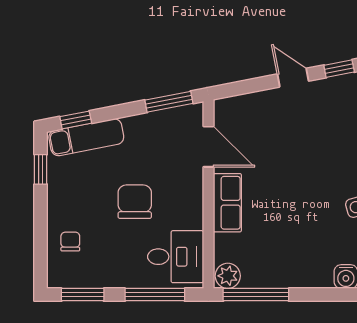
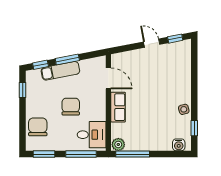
window: (169, 102) -> (67, 60), moved
exam couch: (86, 137) -> (60, 71), moved
chair: (70, 242) -> (38, 127), width x1.87, depth x1.87

